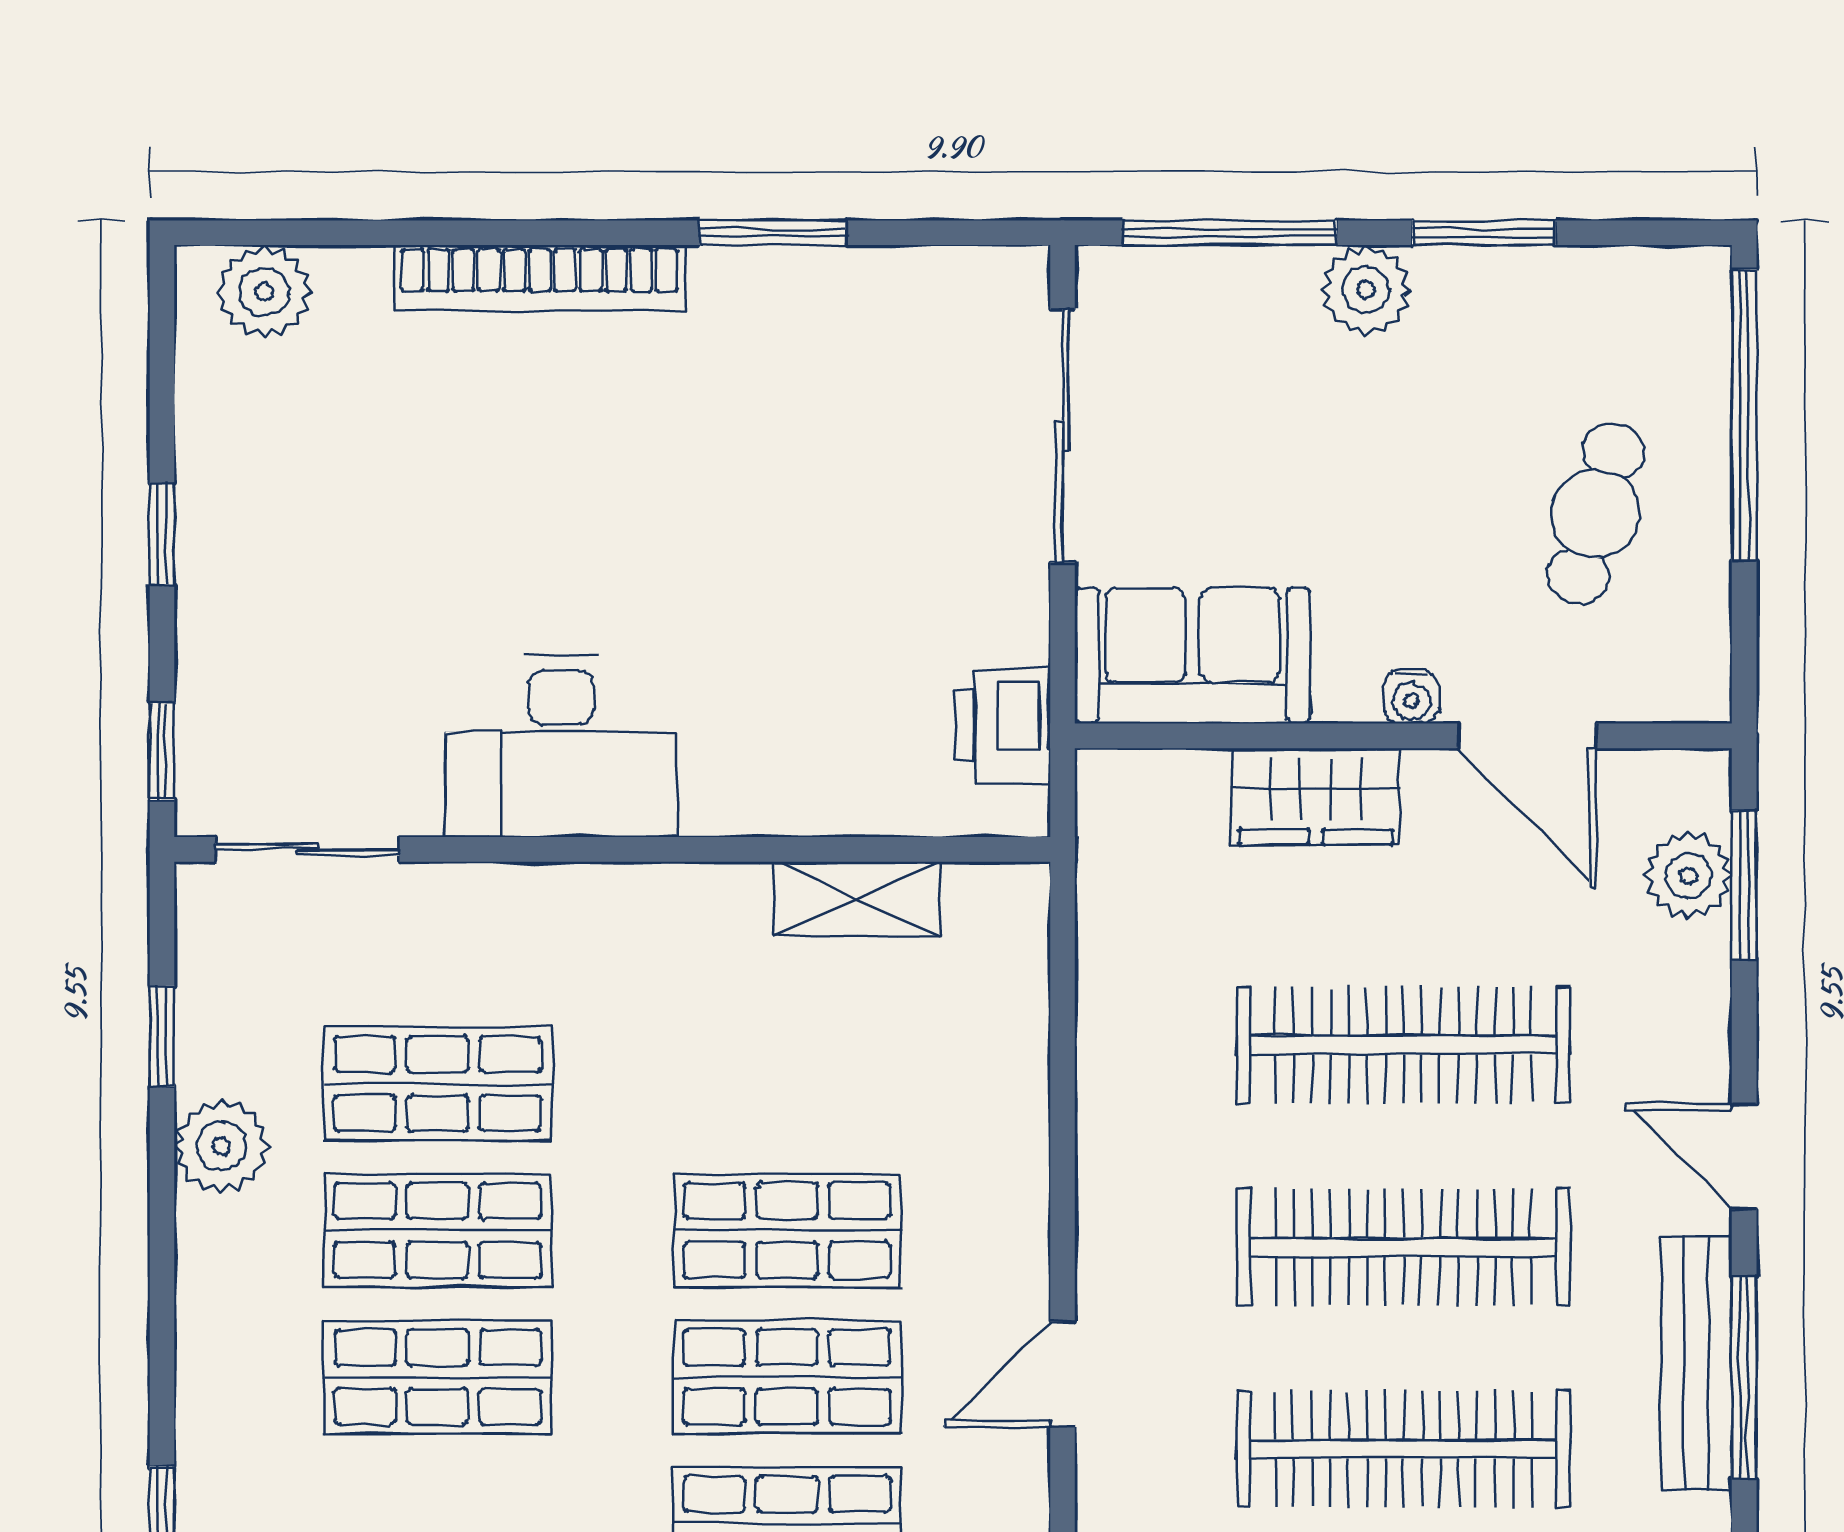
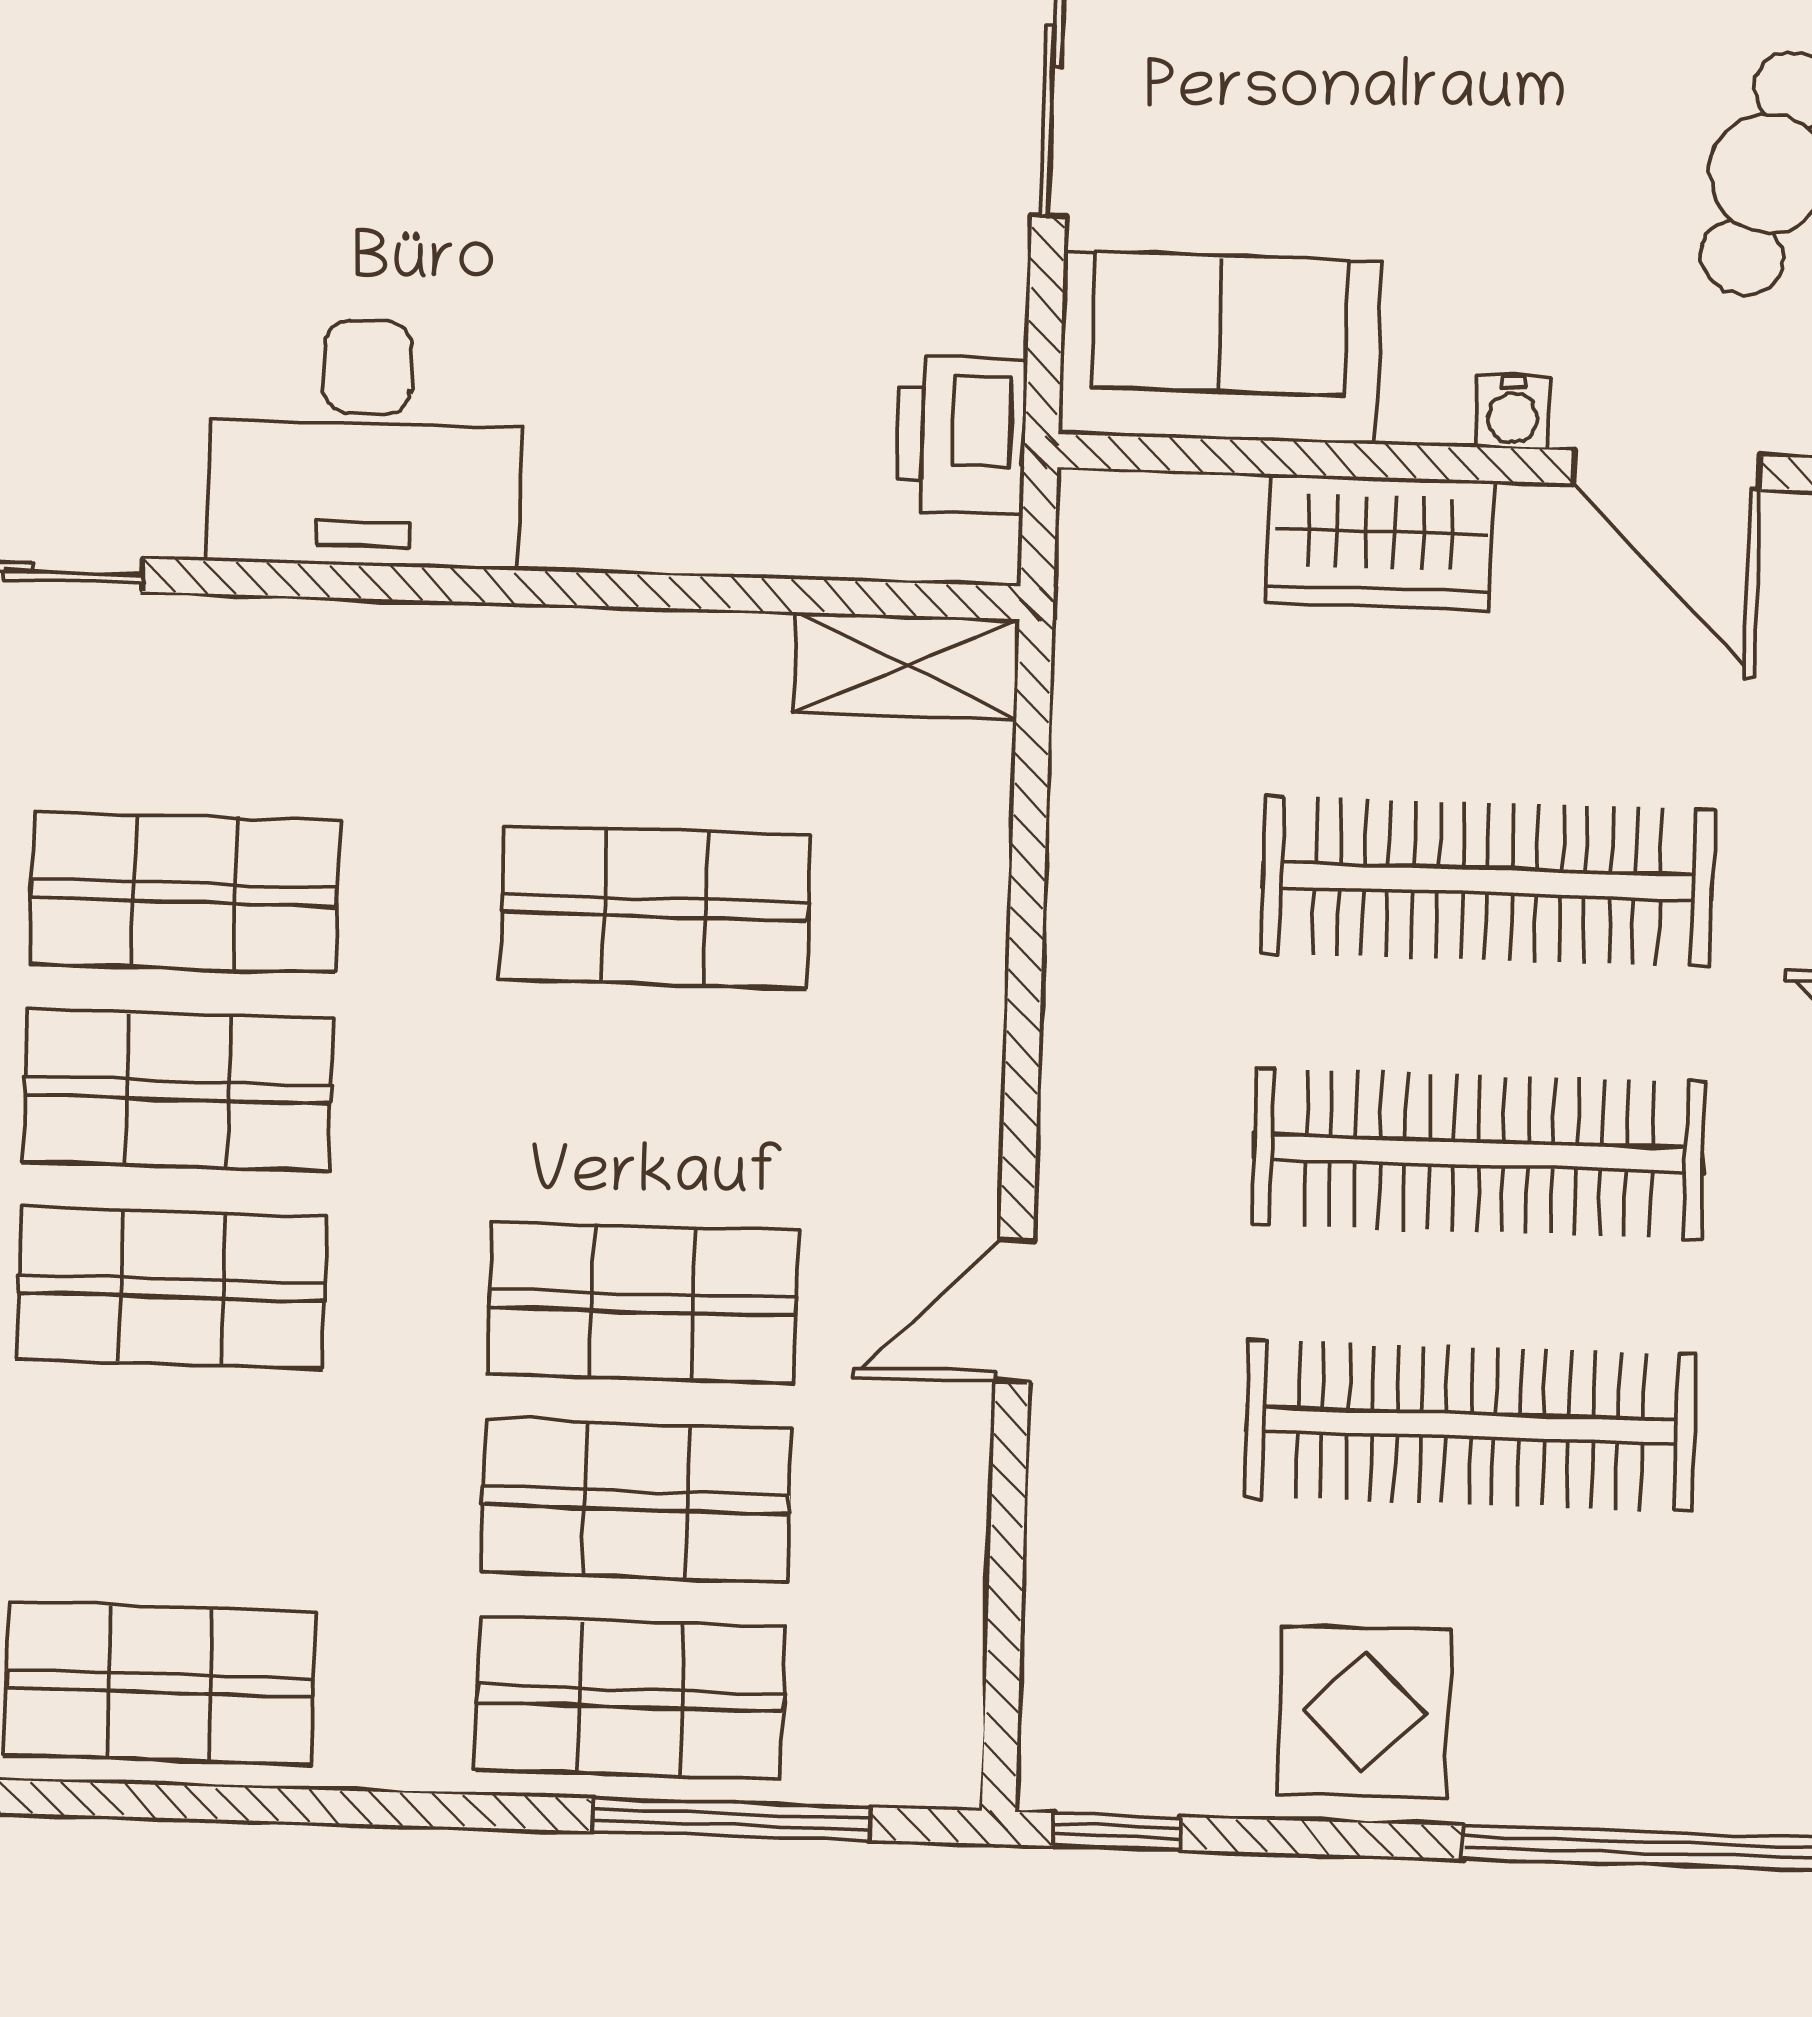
shelving: (857, 899) -> (906, 666), moved
shop shelf: (787, 1230) -> (655, 907), moved

